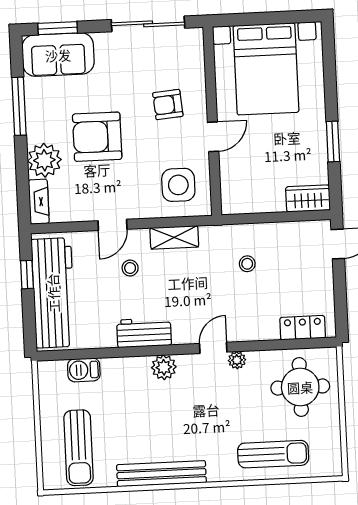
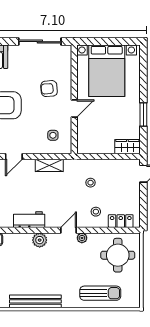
side table: (178, 185) -> (53, 135), width x0.54, depth x0.54
stool: (130, 268) -> (96, 212), moved

